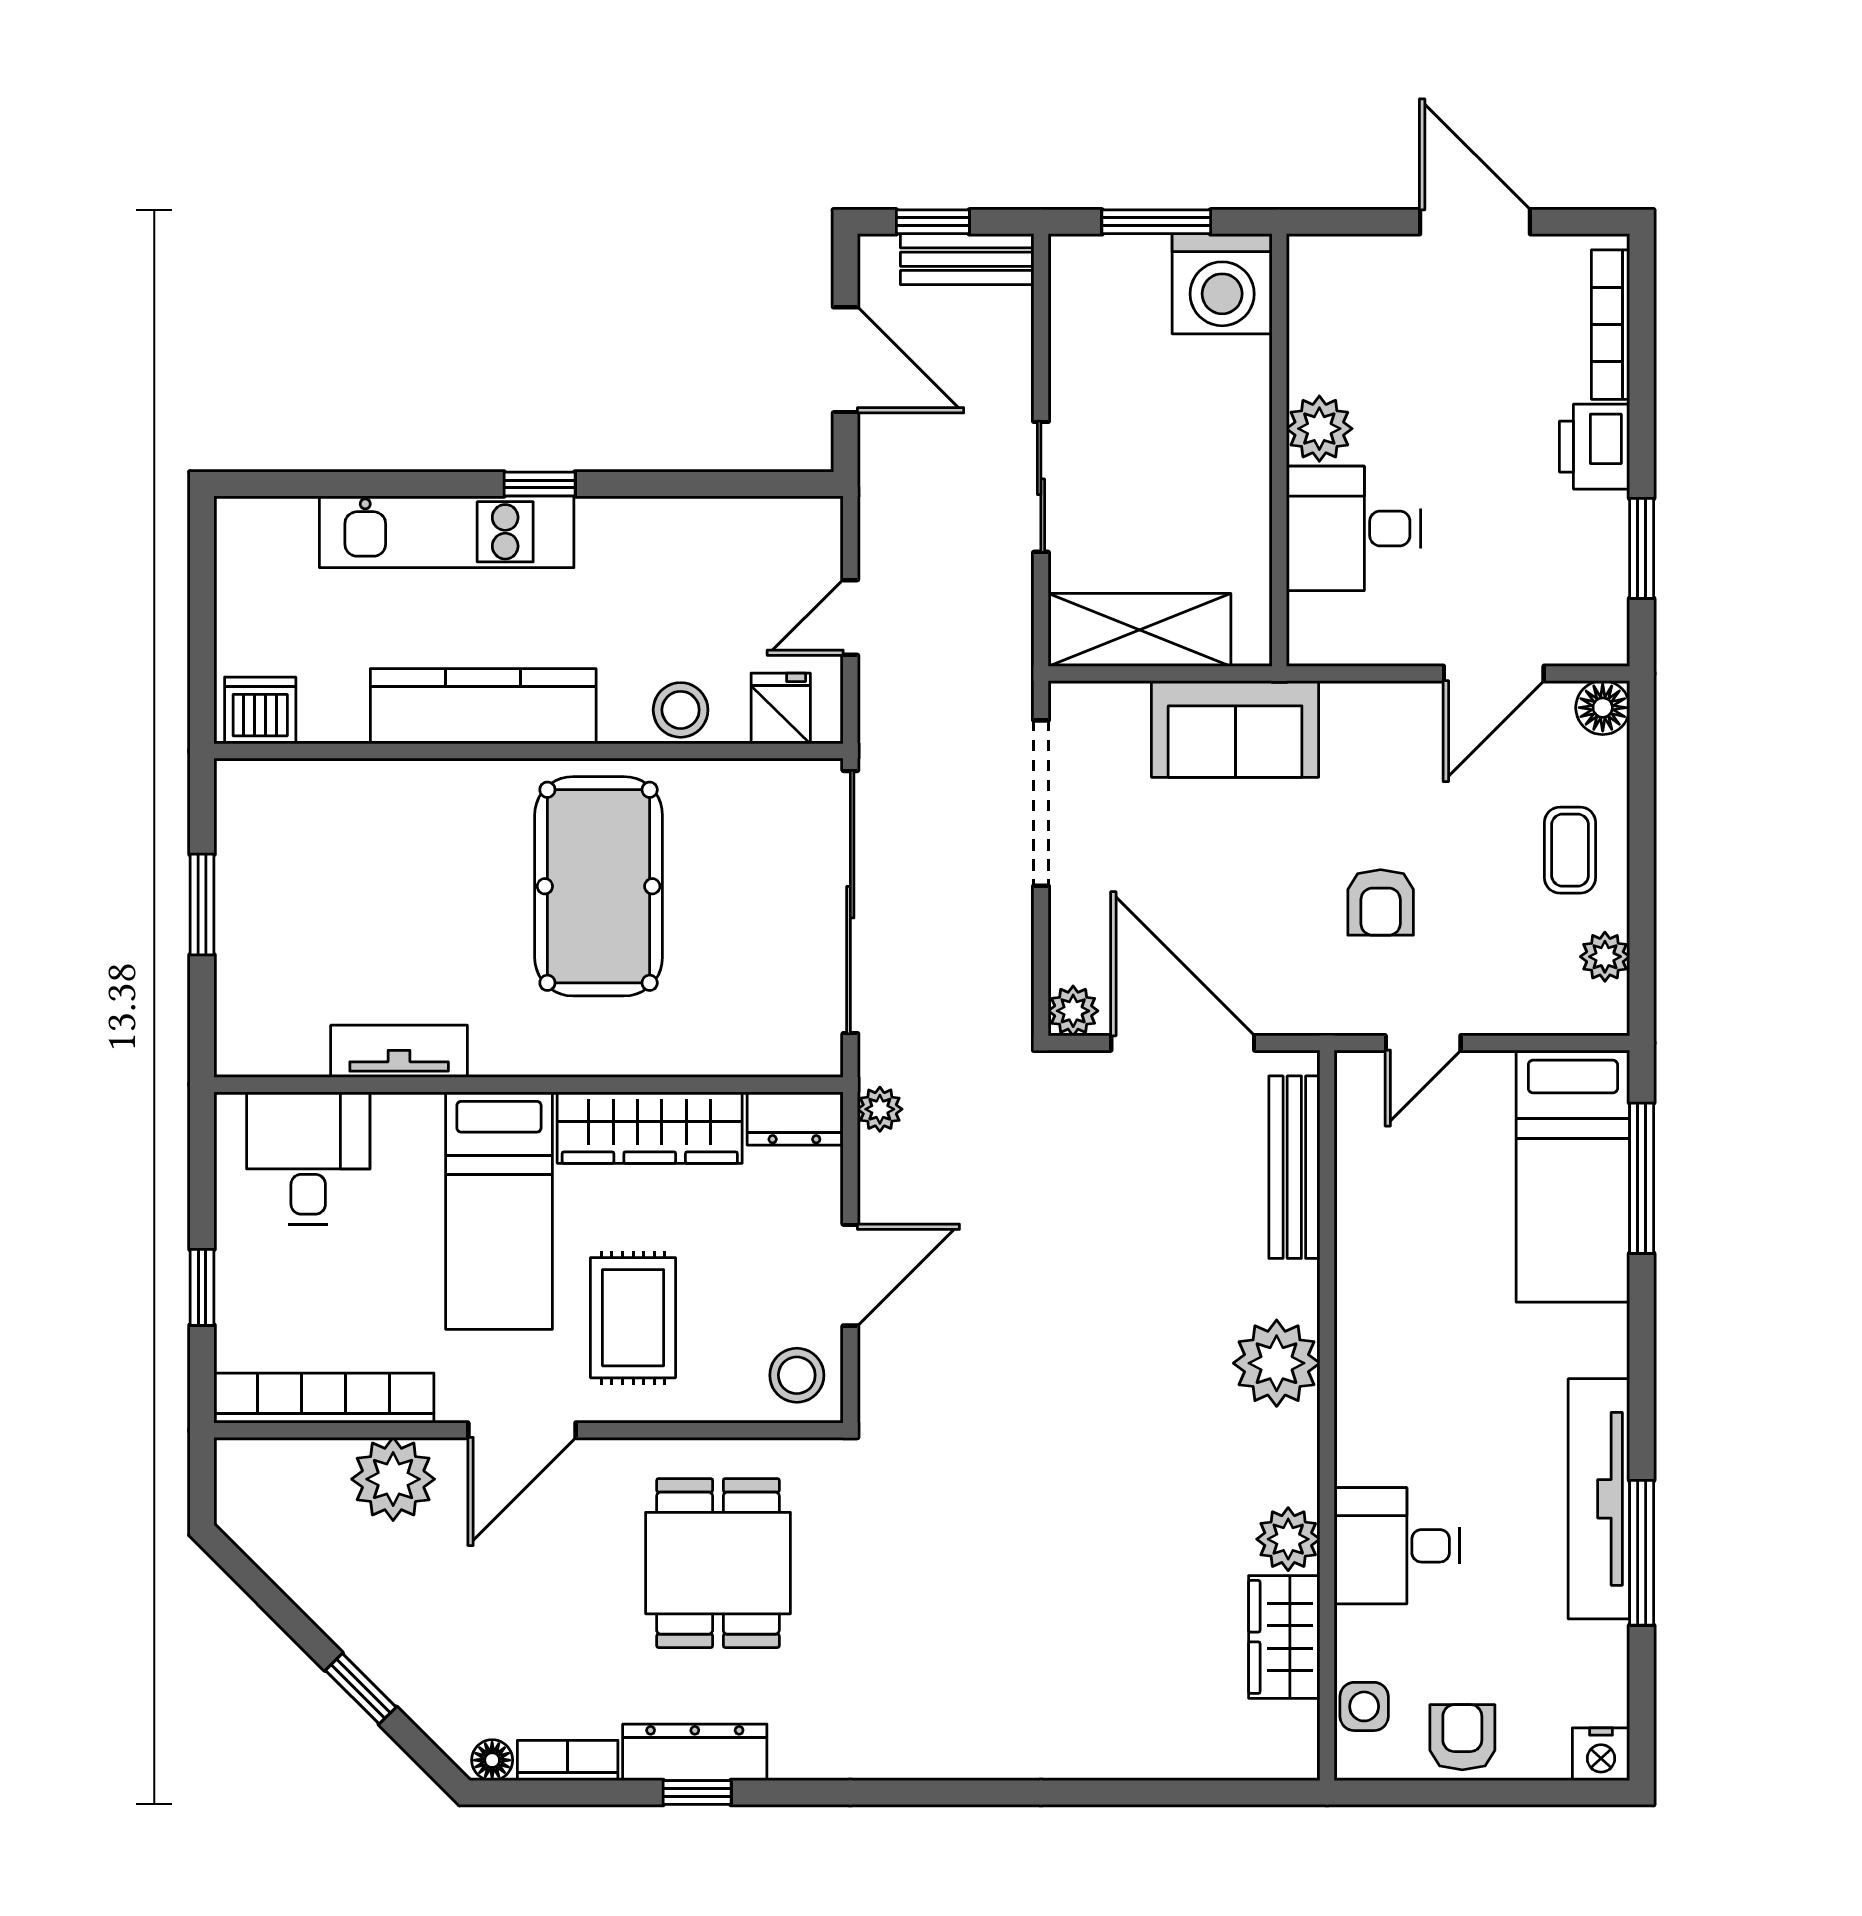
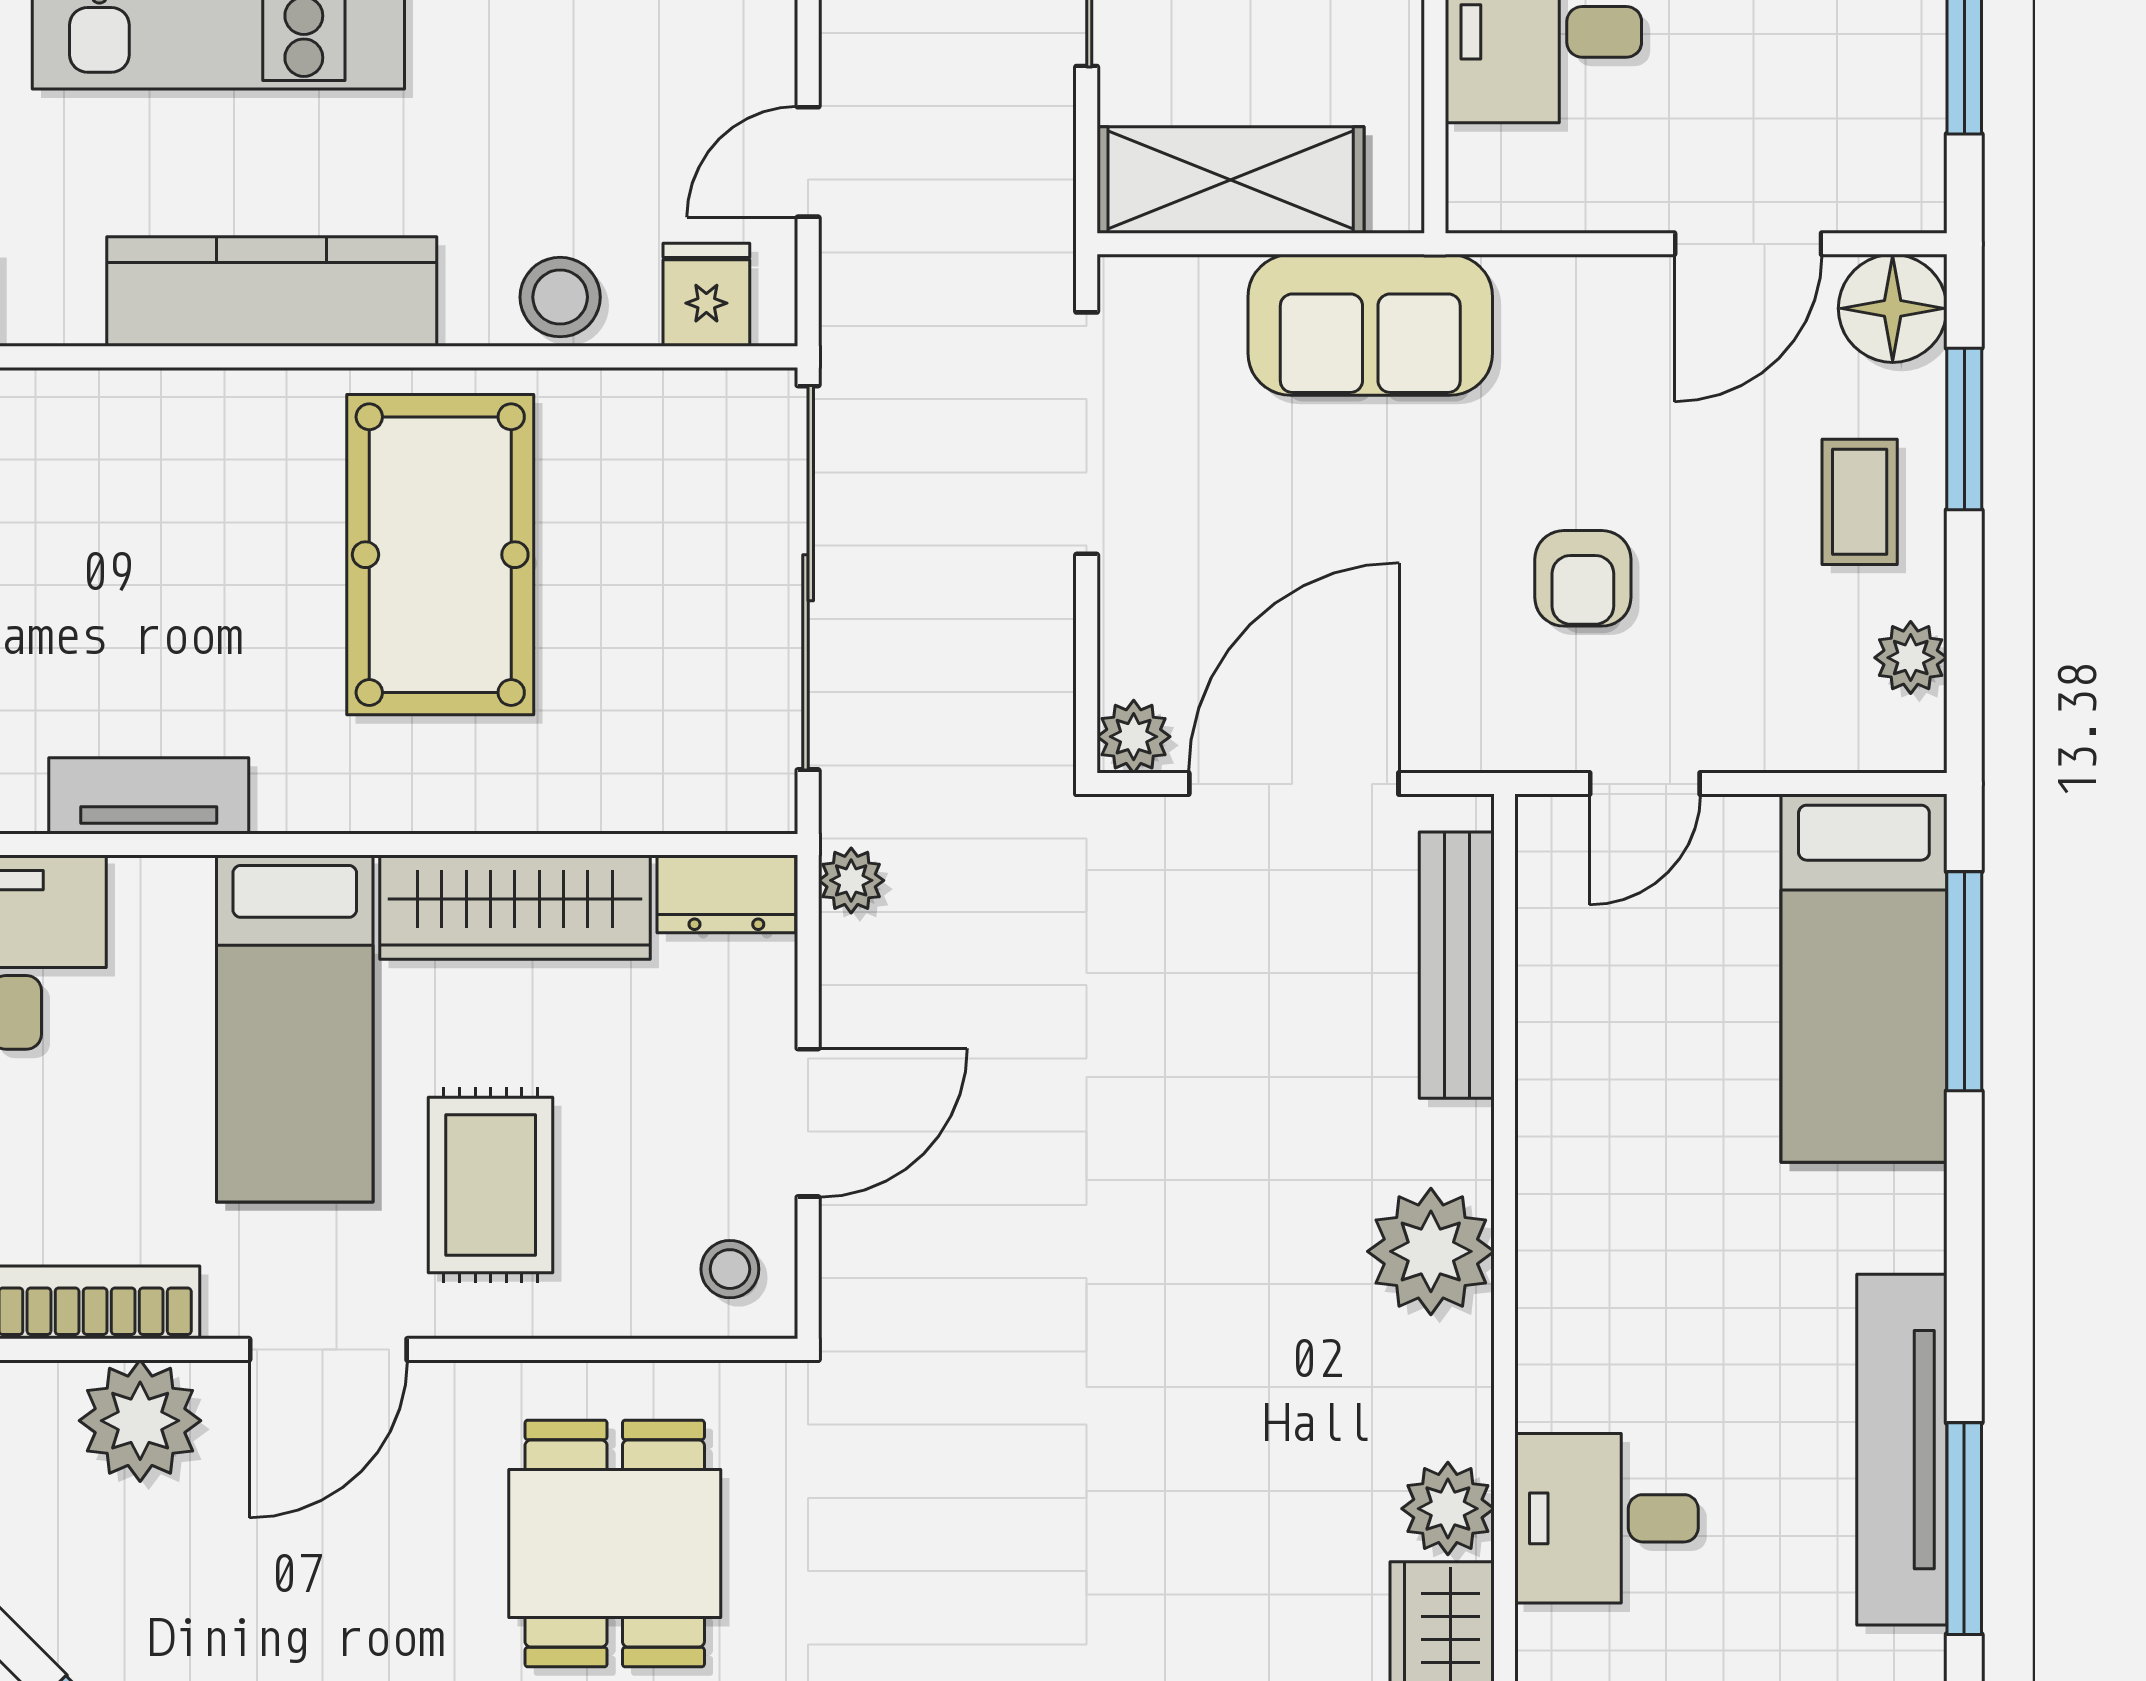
floor lamp: (1603, 708) -> (1893, 308), width x1.38, depth x1.38
window: (1642, 800) -> (1964, 429), added
door: (1183, 1043) -> (1294, 784), hinge flipped
stool: (797, 1375) -> (730, 1269), width x0.73, depth x0.73

